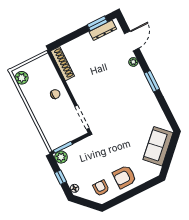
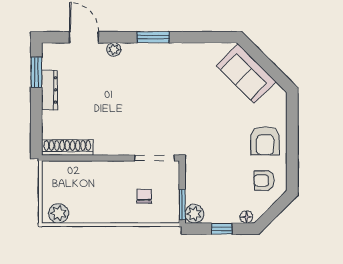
dresser: (103, 30) -> (49, 90), moved
chair: (55, 94) -> (144, 196), moved

